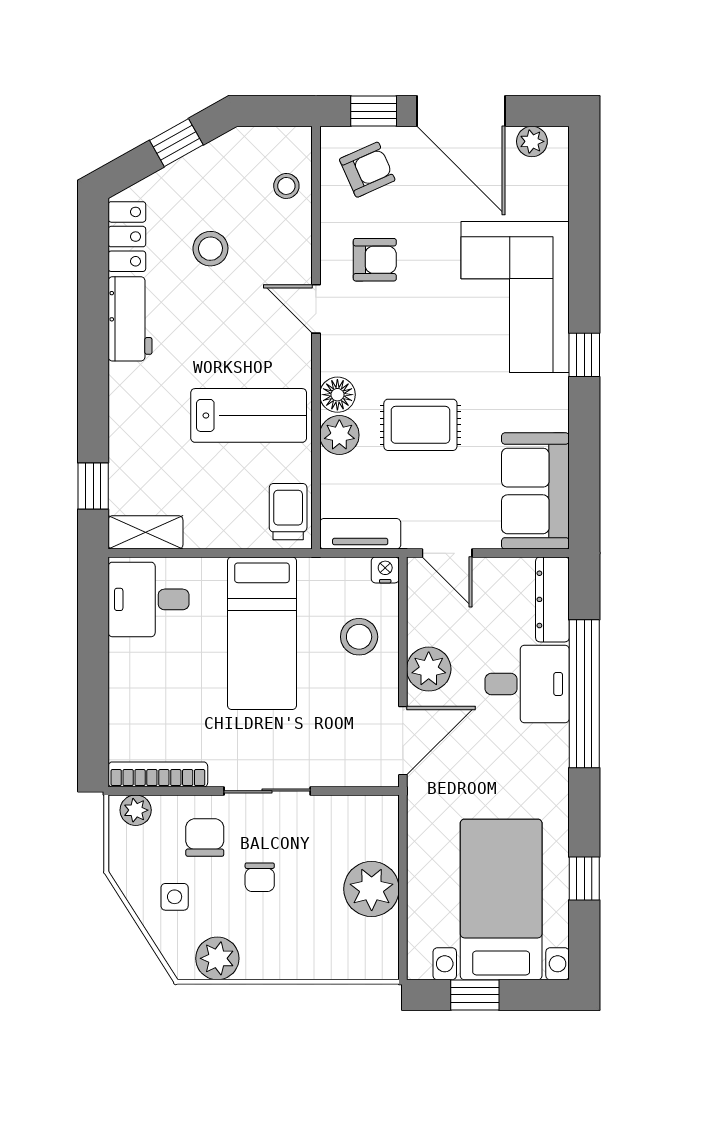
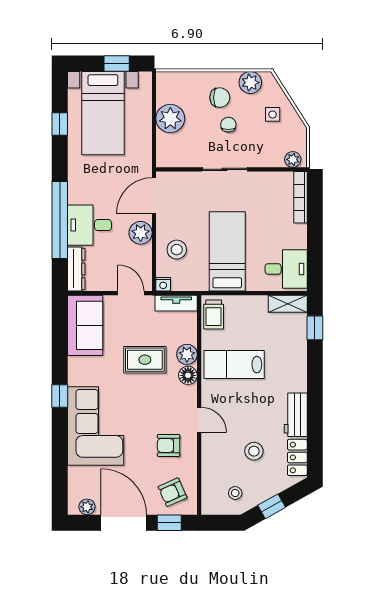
stool: (286, 186) -> (235, 493), moved
bookcase: (158, 774) -> (300, 197), moved, turned 90
chair: (205, 838) -> (220, 98), moved, turned -90

